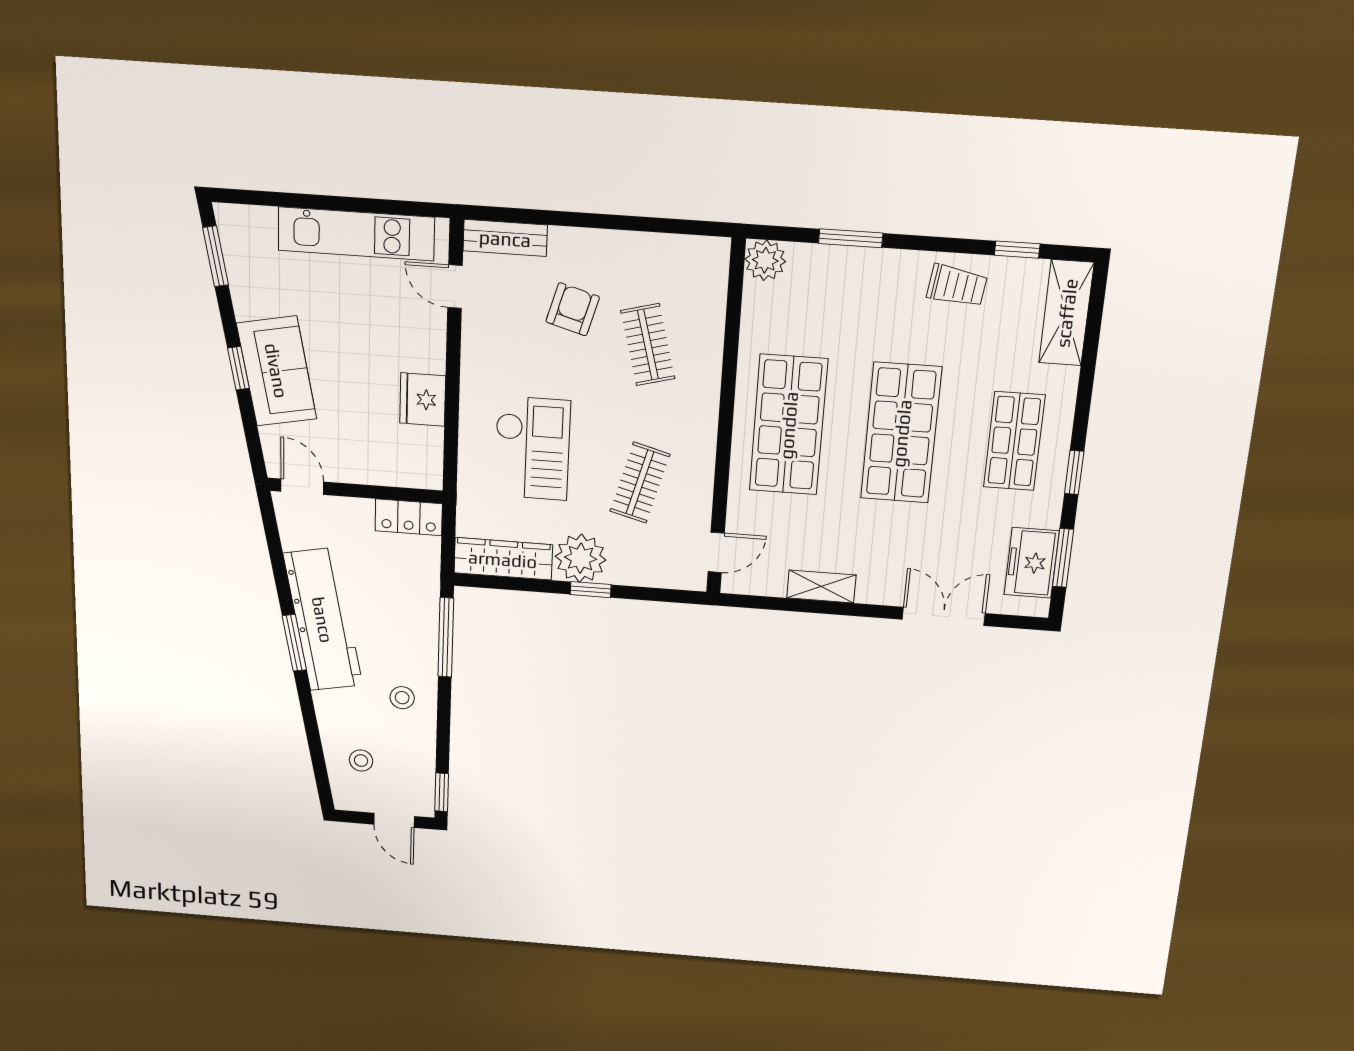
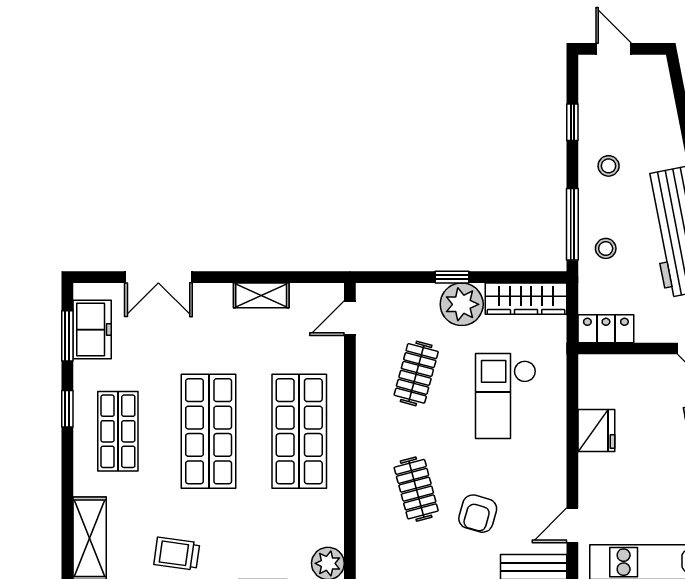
door: (455, 287) -> (572, 525), swing flipped
stool: (361, 761) -> (606, 248), moved
window: (442, 792) -> (572, 122), moved

